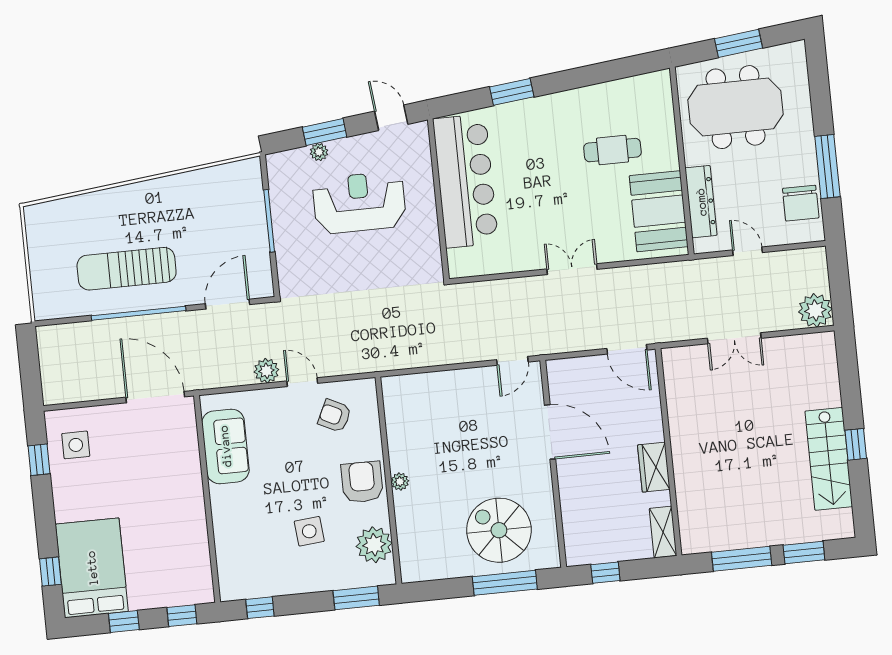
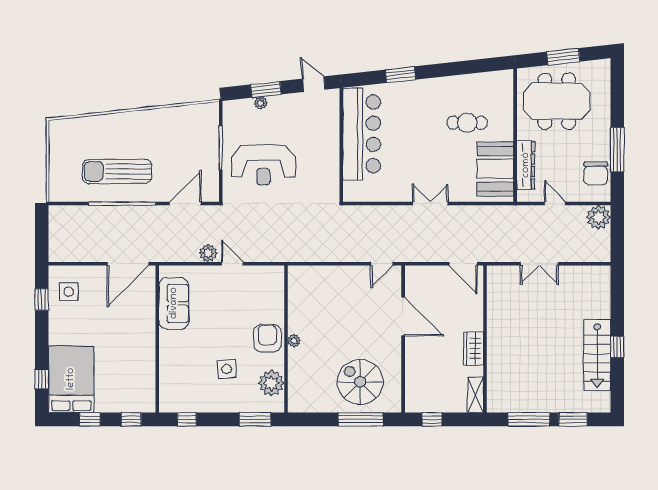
reception desk: (359, 203) -> (263, 165), moved, turned 180
plant: (815, 310) -> (598, 217), moved
door: (155, 397) -> (128, 264), swing flipped
armchair: (335, 416) -> (253, 290), removed

